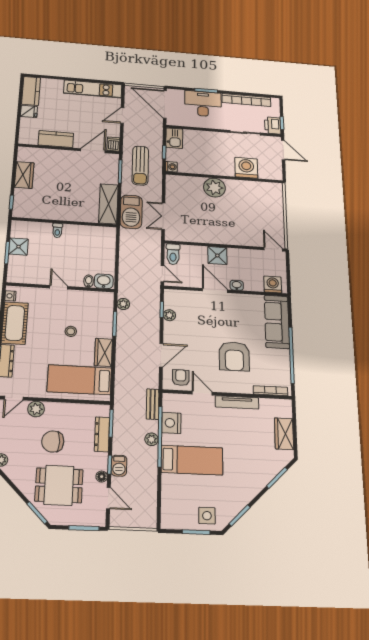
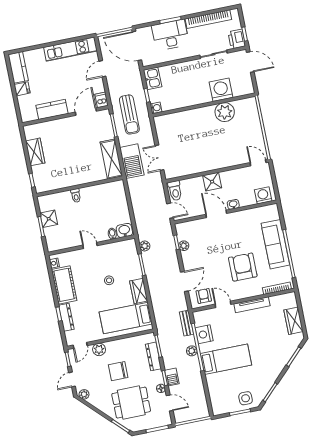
plant: (214, 188) -> (225, 112), moved
sofa: (277, 322) -> (275, 244), moved
armchair: (234, 356) -> (243, 267), turned 180

